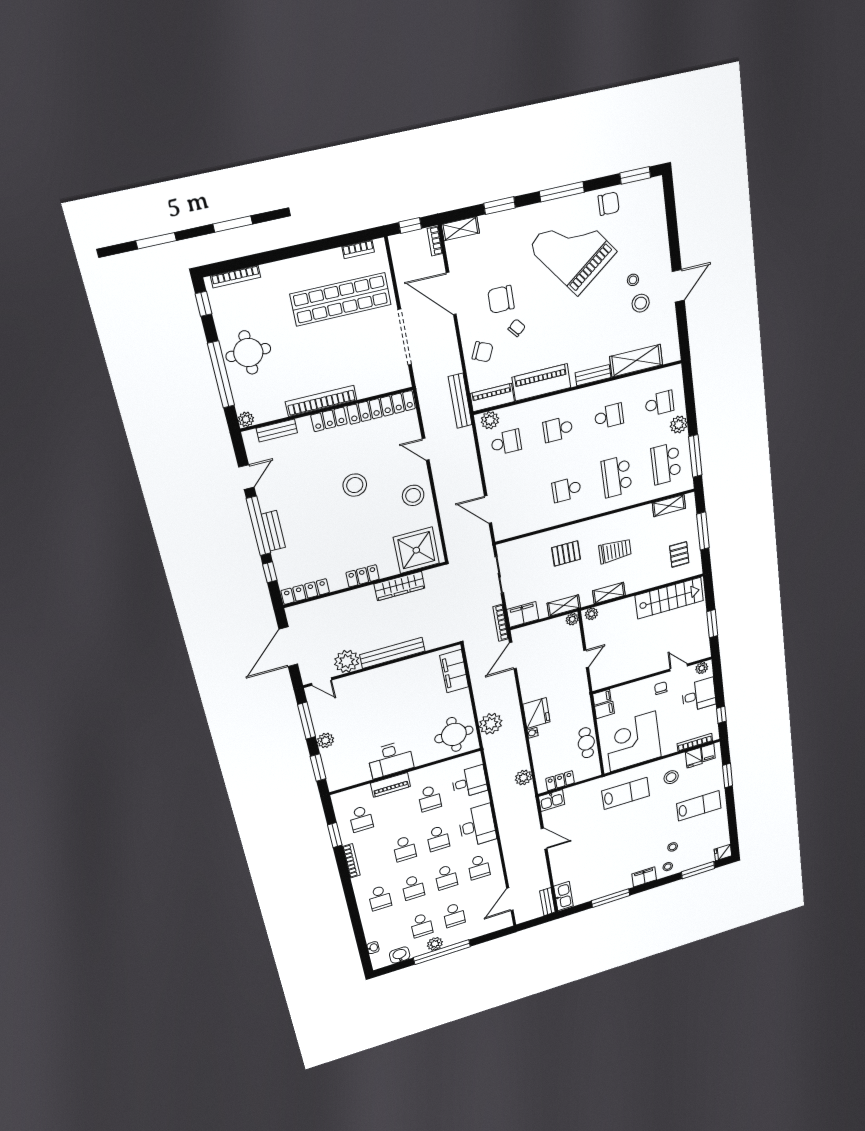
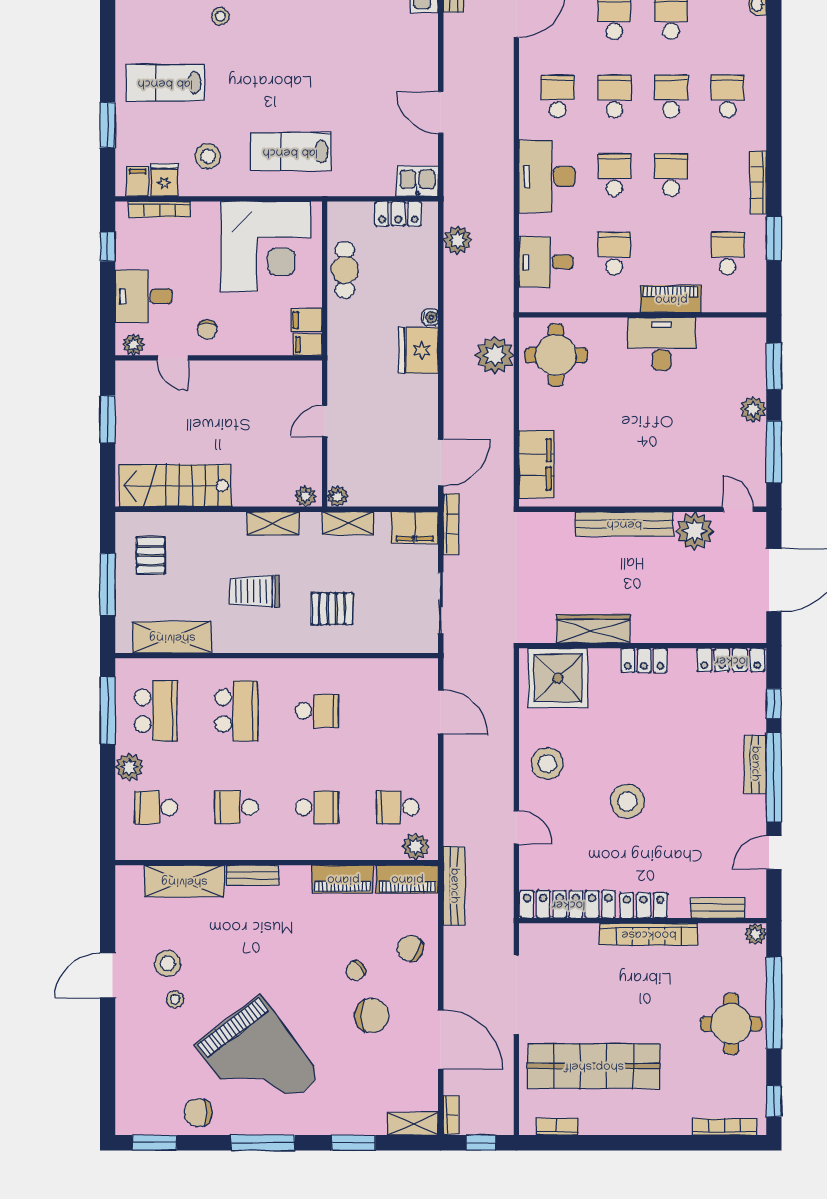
piano: (541, 382) -> (343, 879), width x0.73, depth x0.75
shelving: (669, 506) -> (172, 637), width x1.50, depth x1.33

